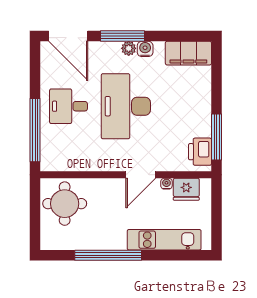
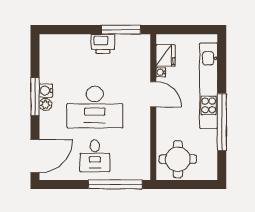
window: (123, 36) -> (35, 97), moved
filing cabinet: (188, 53) -> (49, 54), removed
printer: (200, 152) -> (103, 44), moved
kitchen unit: (164, 240) -> (209, 86), width x1.36

